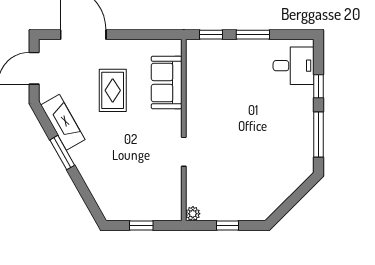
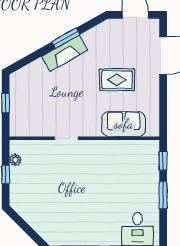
fireplace: (63, 122) -> (65, 53), moved
plant: (193, 214) -> (15, 160), moved

